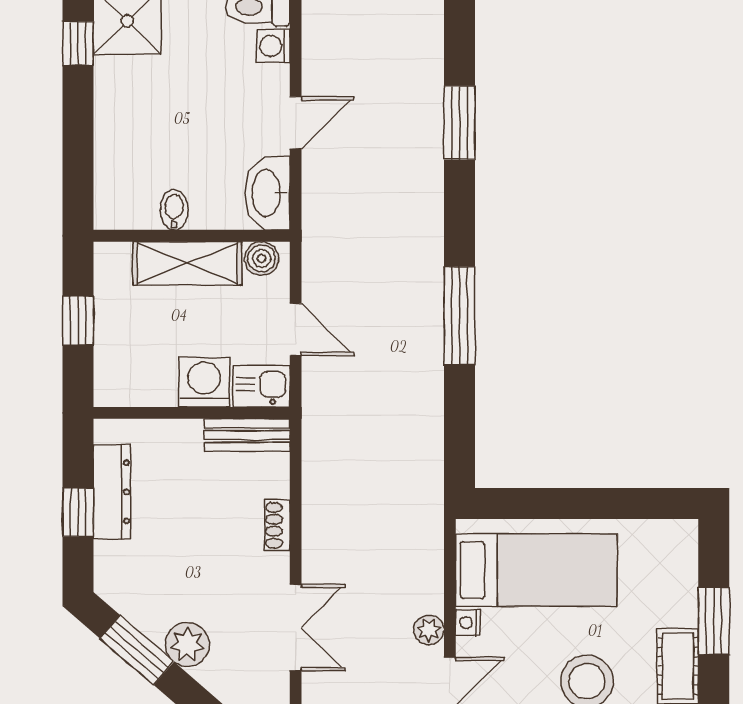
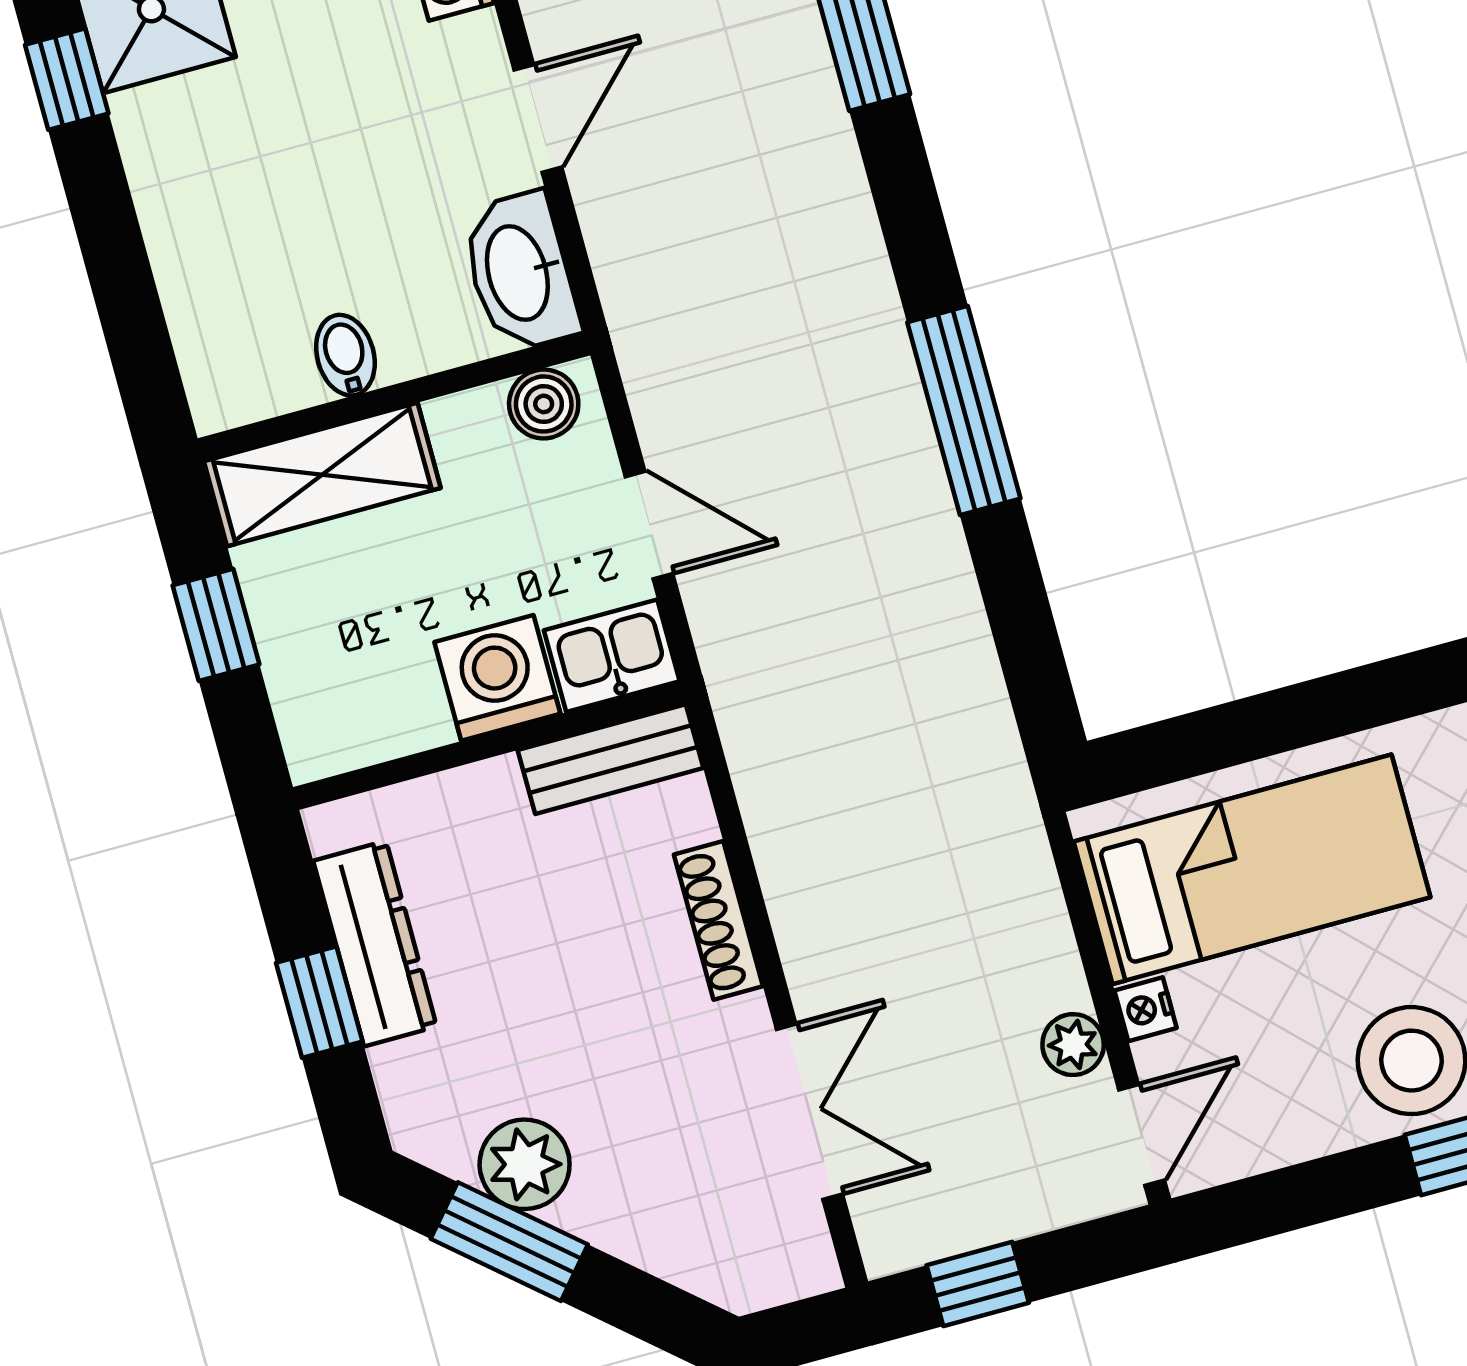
shelving: (187, 263) -> (322, 475), moved
shoe rack: (277, 525) -> (718, 920), width x1.43
plant: (187, 644) -> (525, 1164), moved

